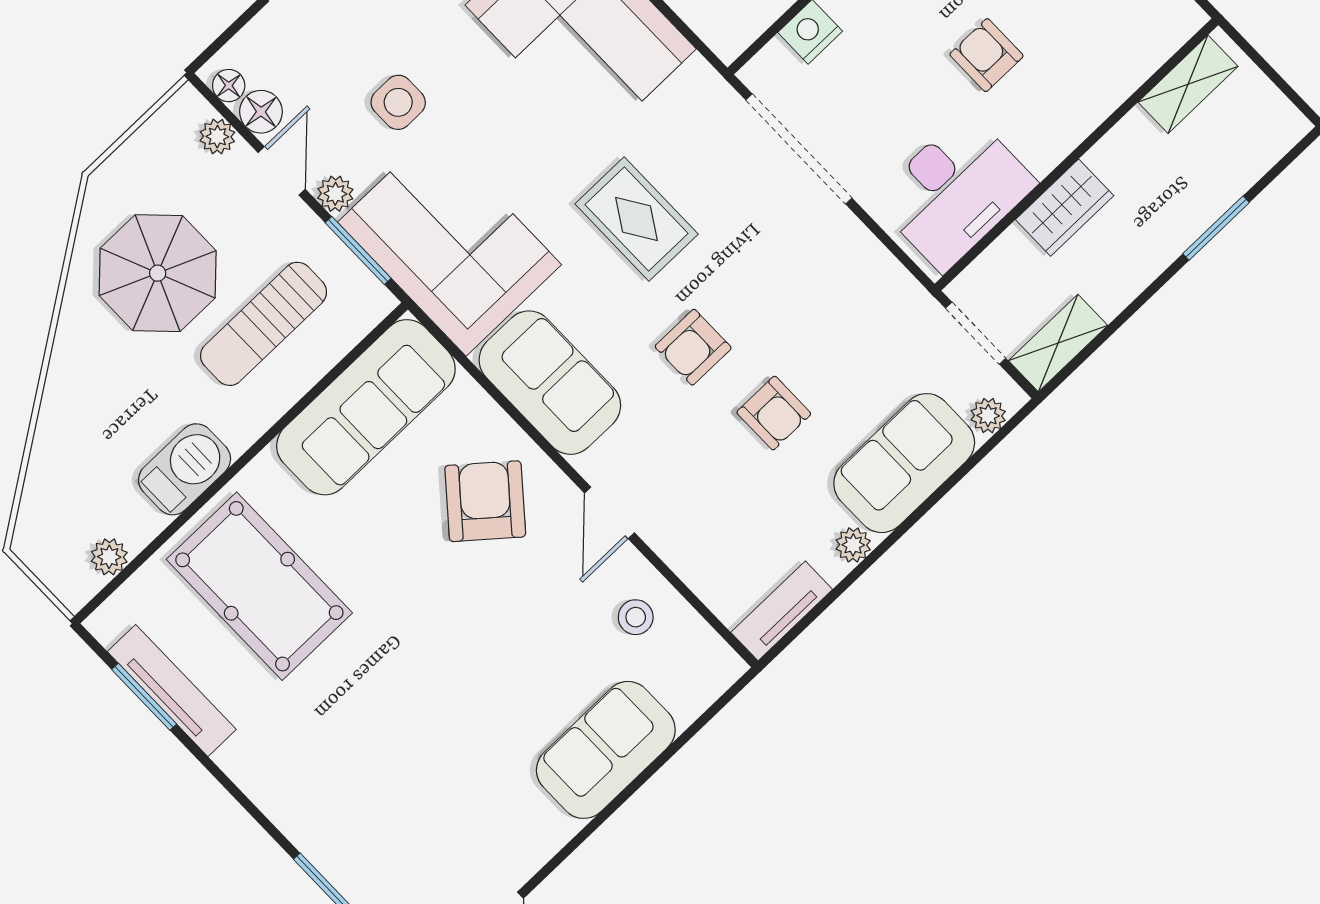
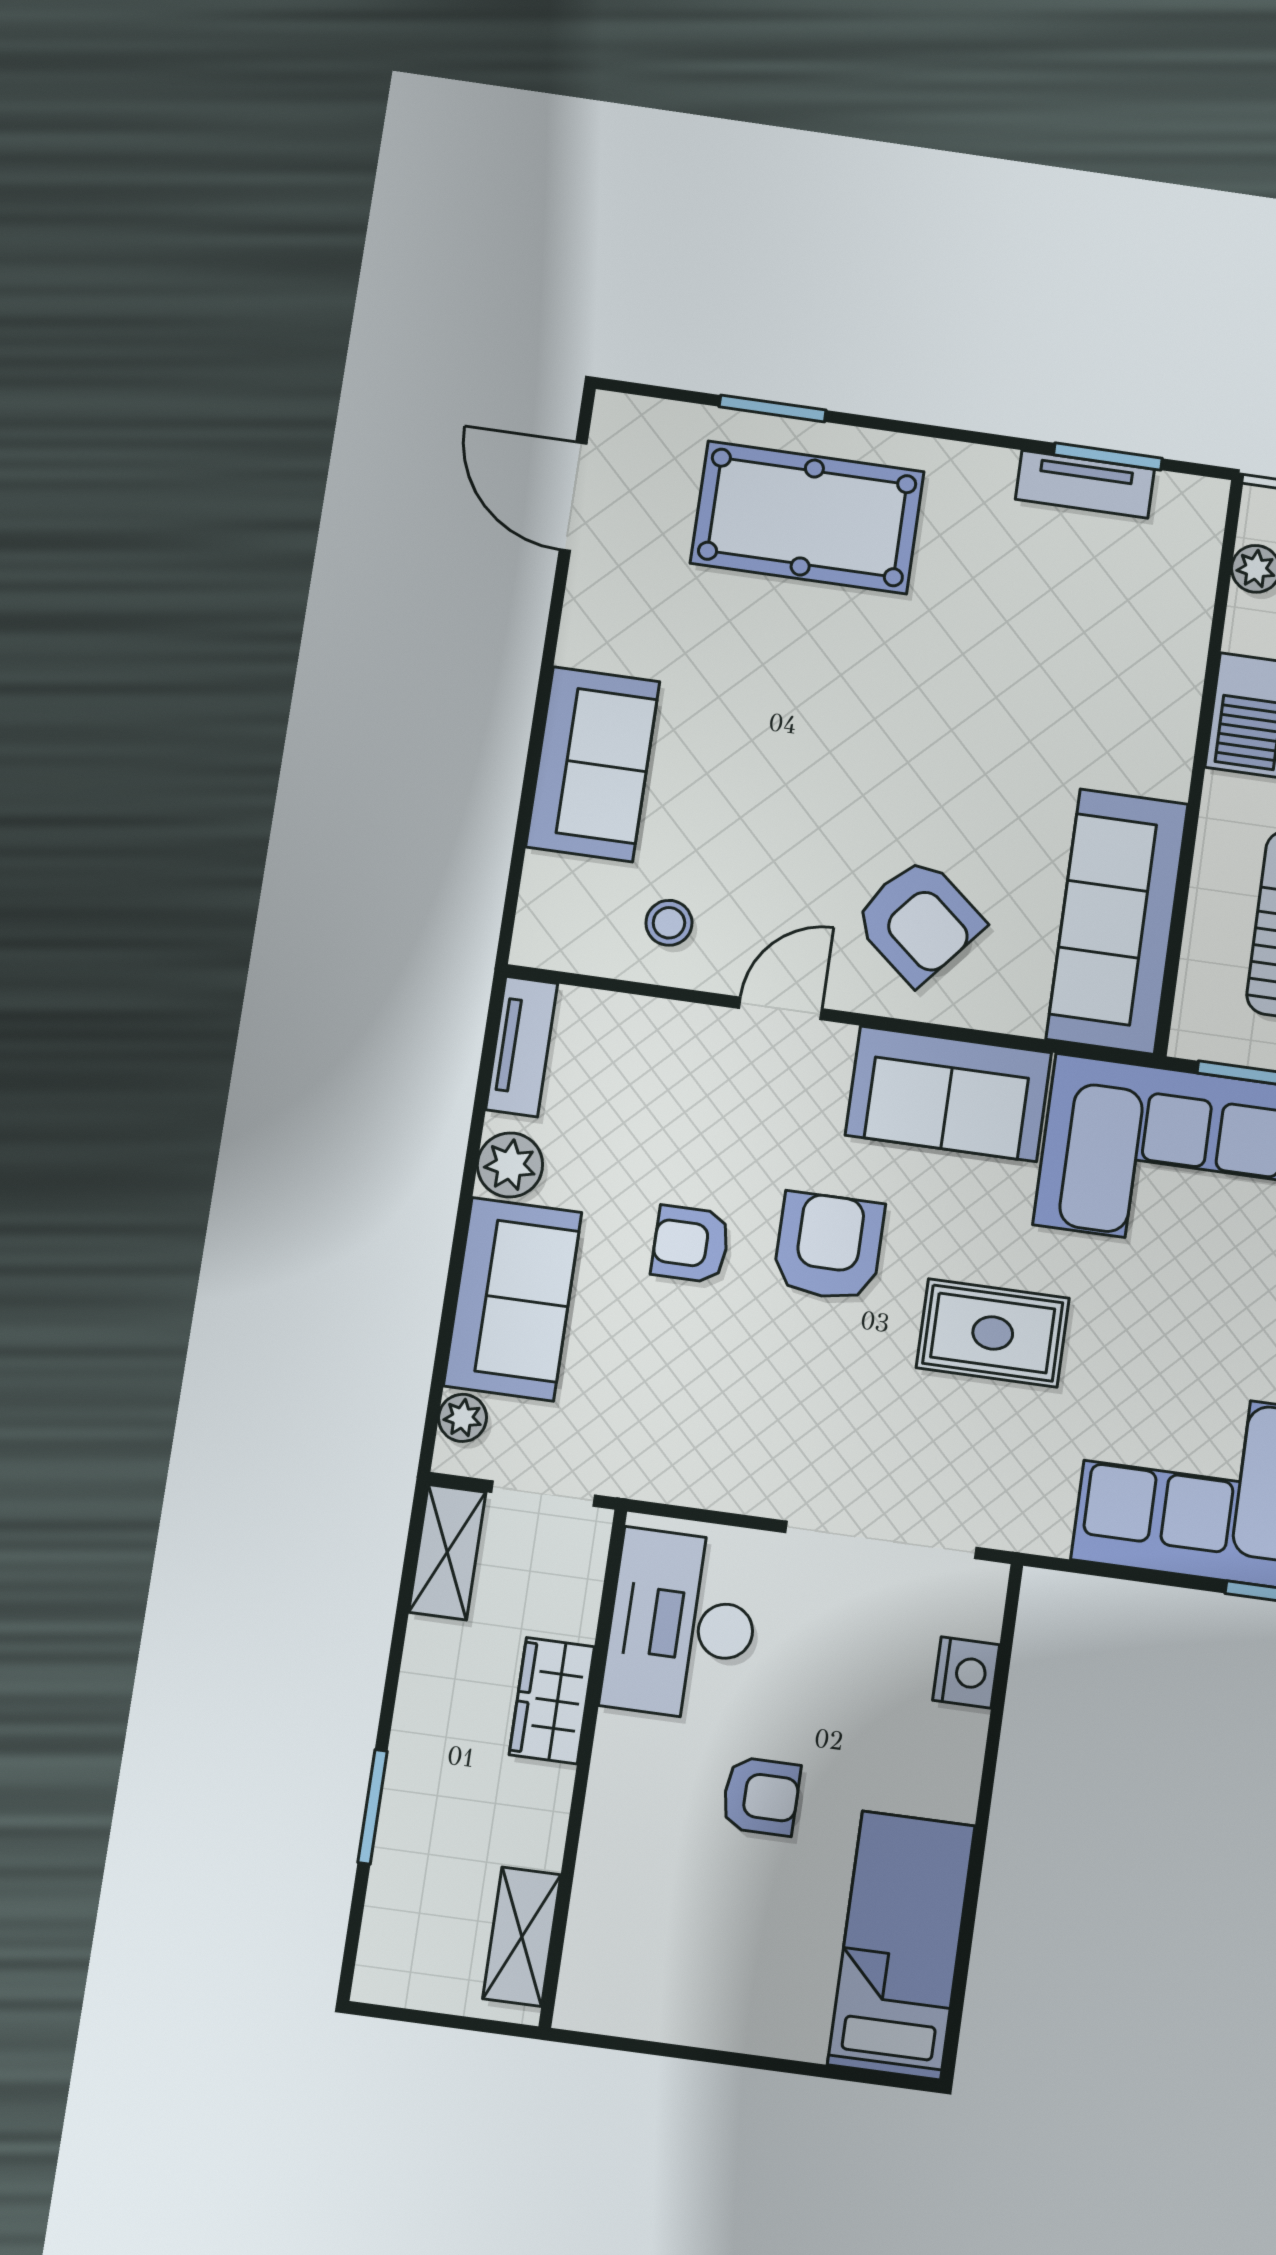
armchair: (693, 347) -> (829, 1247), width x1.38, depth x1.38
door: (610, 513) -> (781, 1008), hinge flipped
plant: (853, 545) -> (510, 1165), width x1.38, depth x1.38
pool table: (259, 586) -> (807, 517), moved
tv unit: (172, 691) -> (1085, 484), width x0.71

